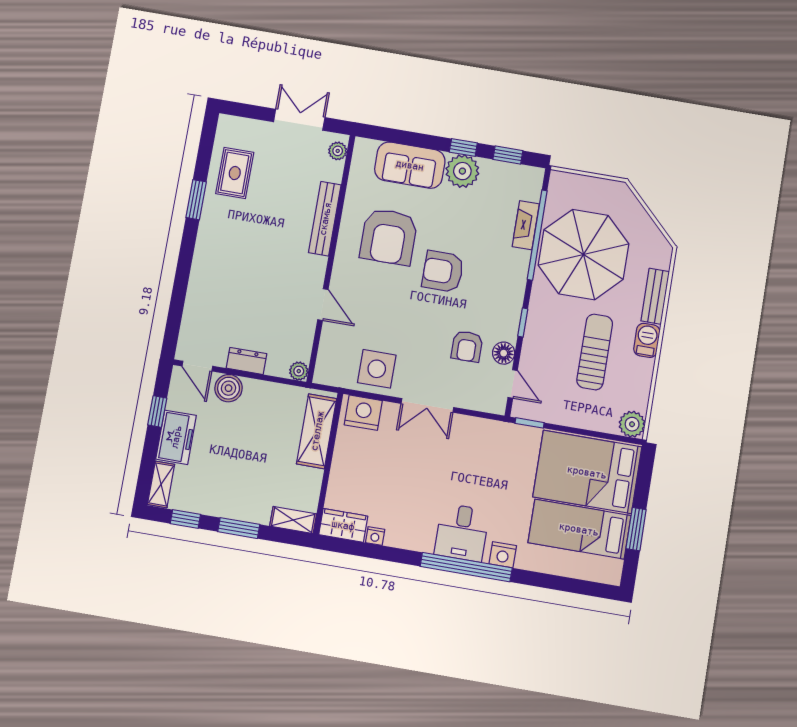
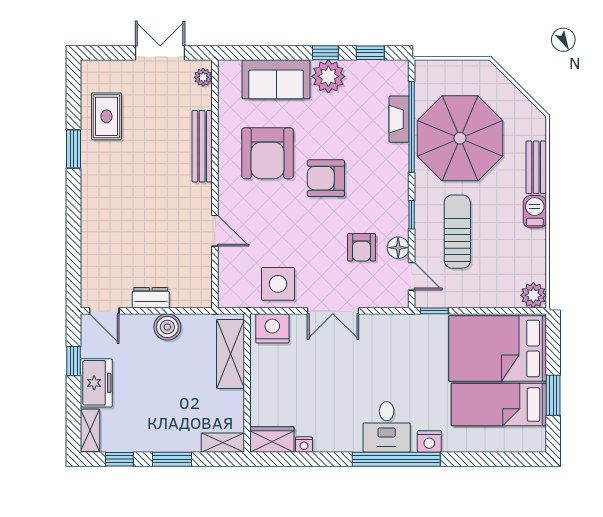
sun lounger: (595, 352) -> (457, 232), moved
plant: (299, 371) -> (203, 299), removed
boiler: (229, 388) -> (167, 327), moved

